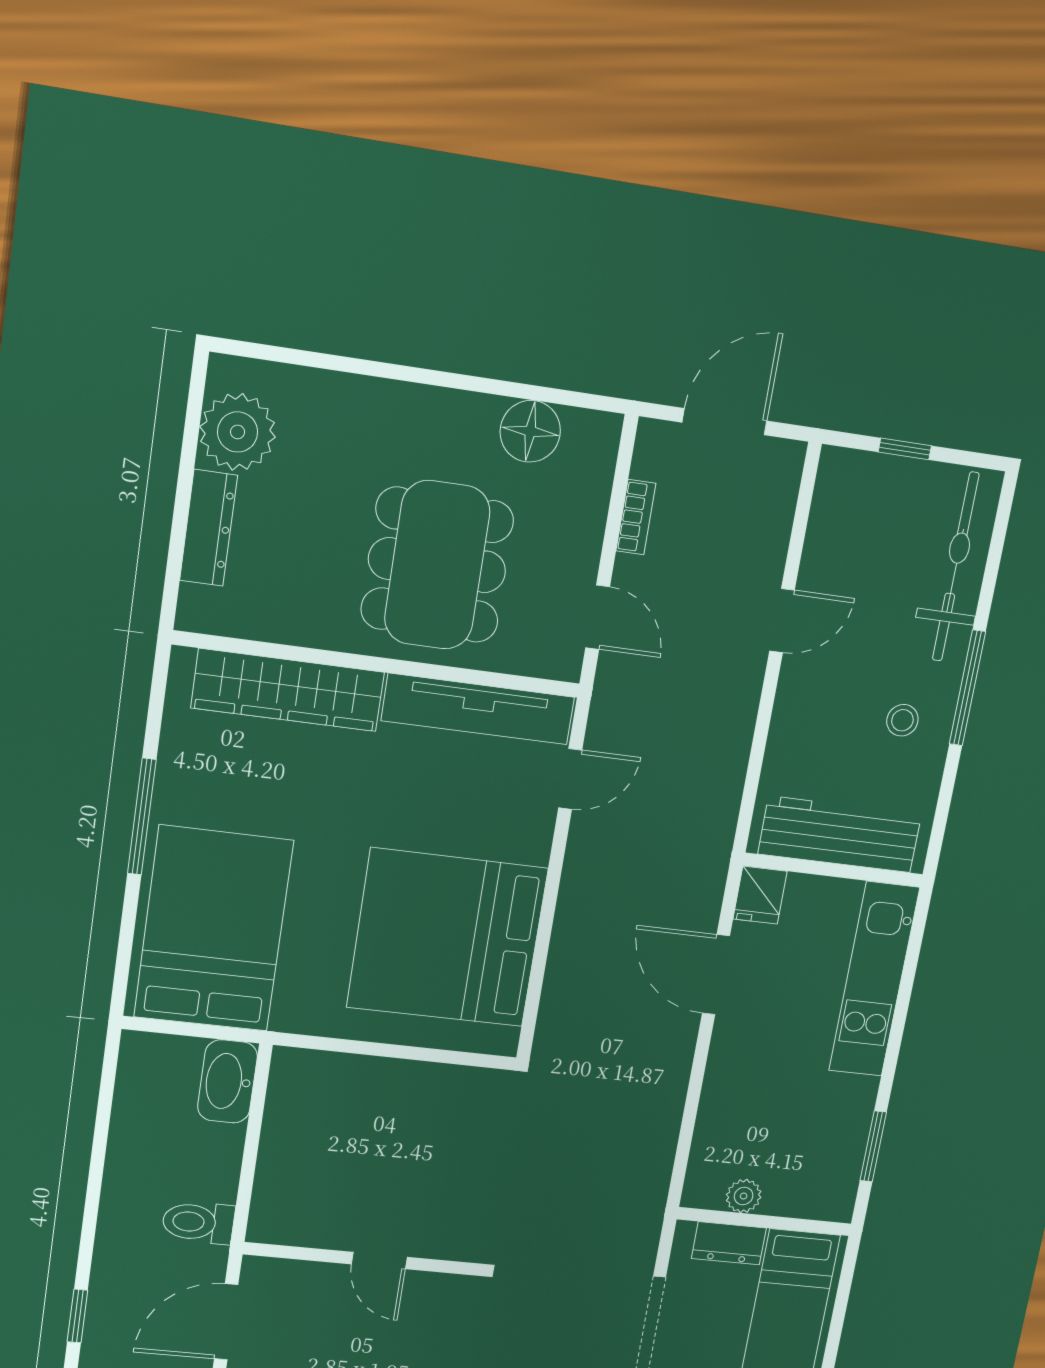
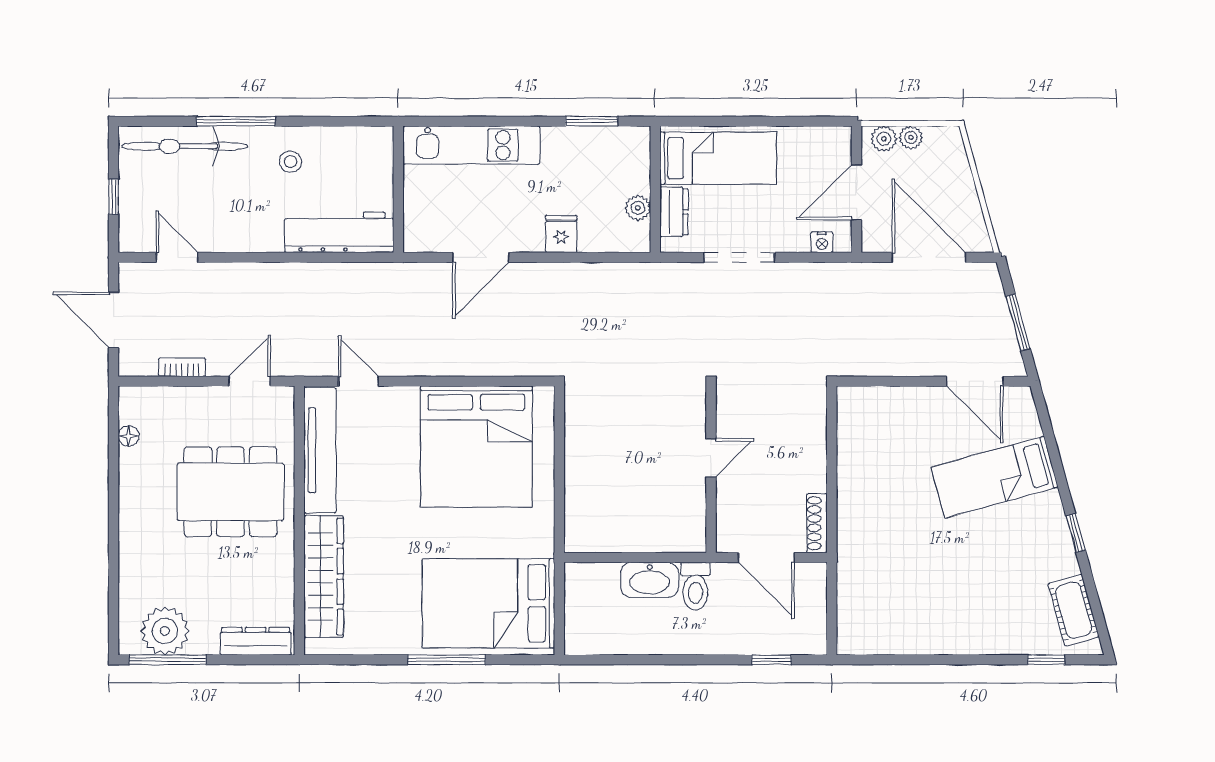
window: (192, 430) -> (168, 660), added
floor lamp: (530, 431) -> (129, 436), width x0.53, depth x0.53
dresser: (208, 528) -> (256, 641), moved
door: (782, 621) -> (177, 257), moved
window: (967, 688) -> (236, 121), moved
window: (142, 817) -> (447, 660), moved
workbench: (840, 834) -> (339, 232), moved, turned 90
fridge: (760, 895) -> (561, 234), moved, turned -90
washbasin: (227, 1081) -> (649, 580), moved

